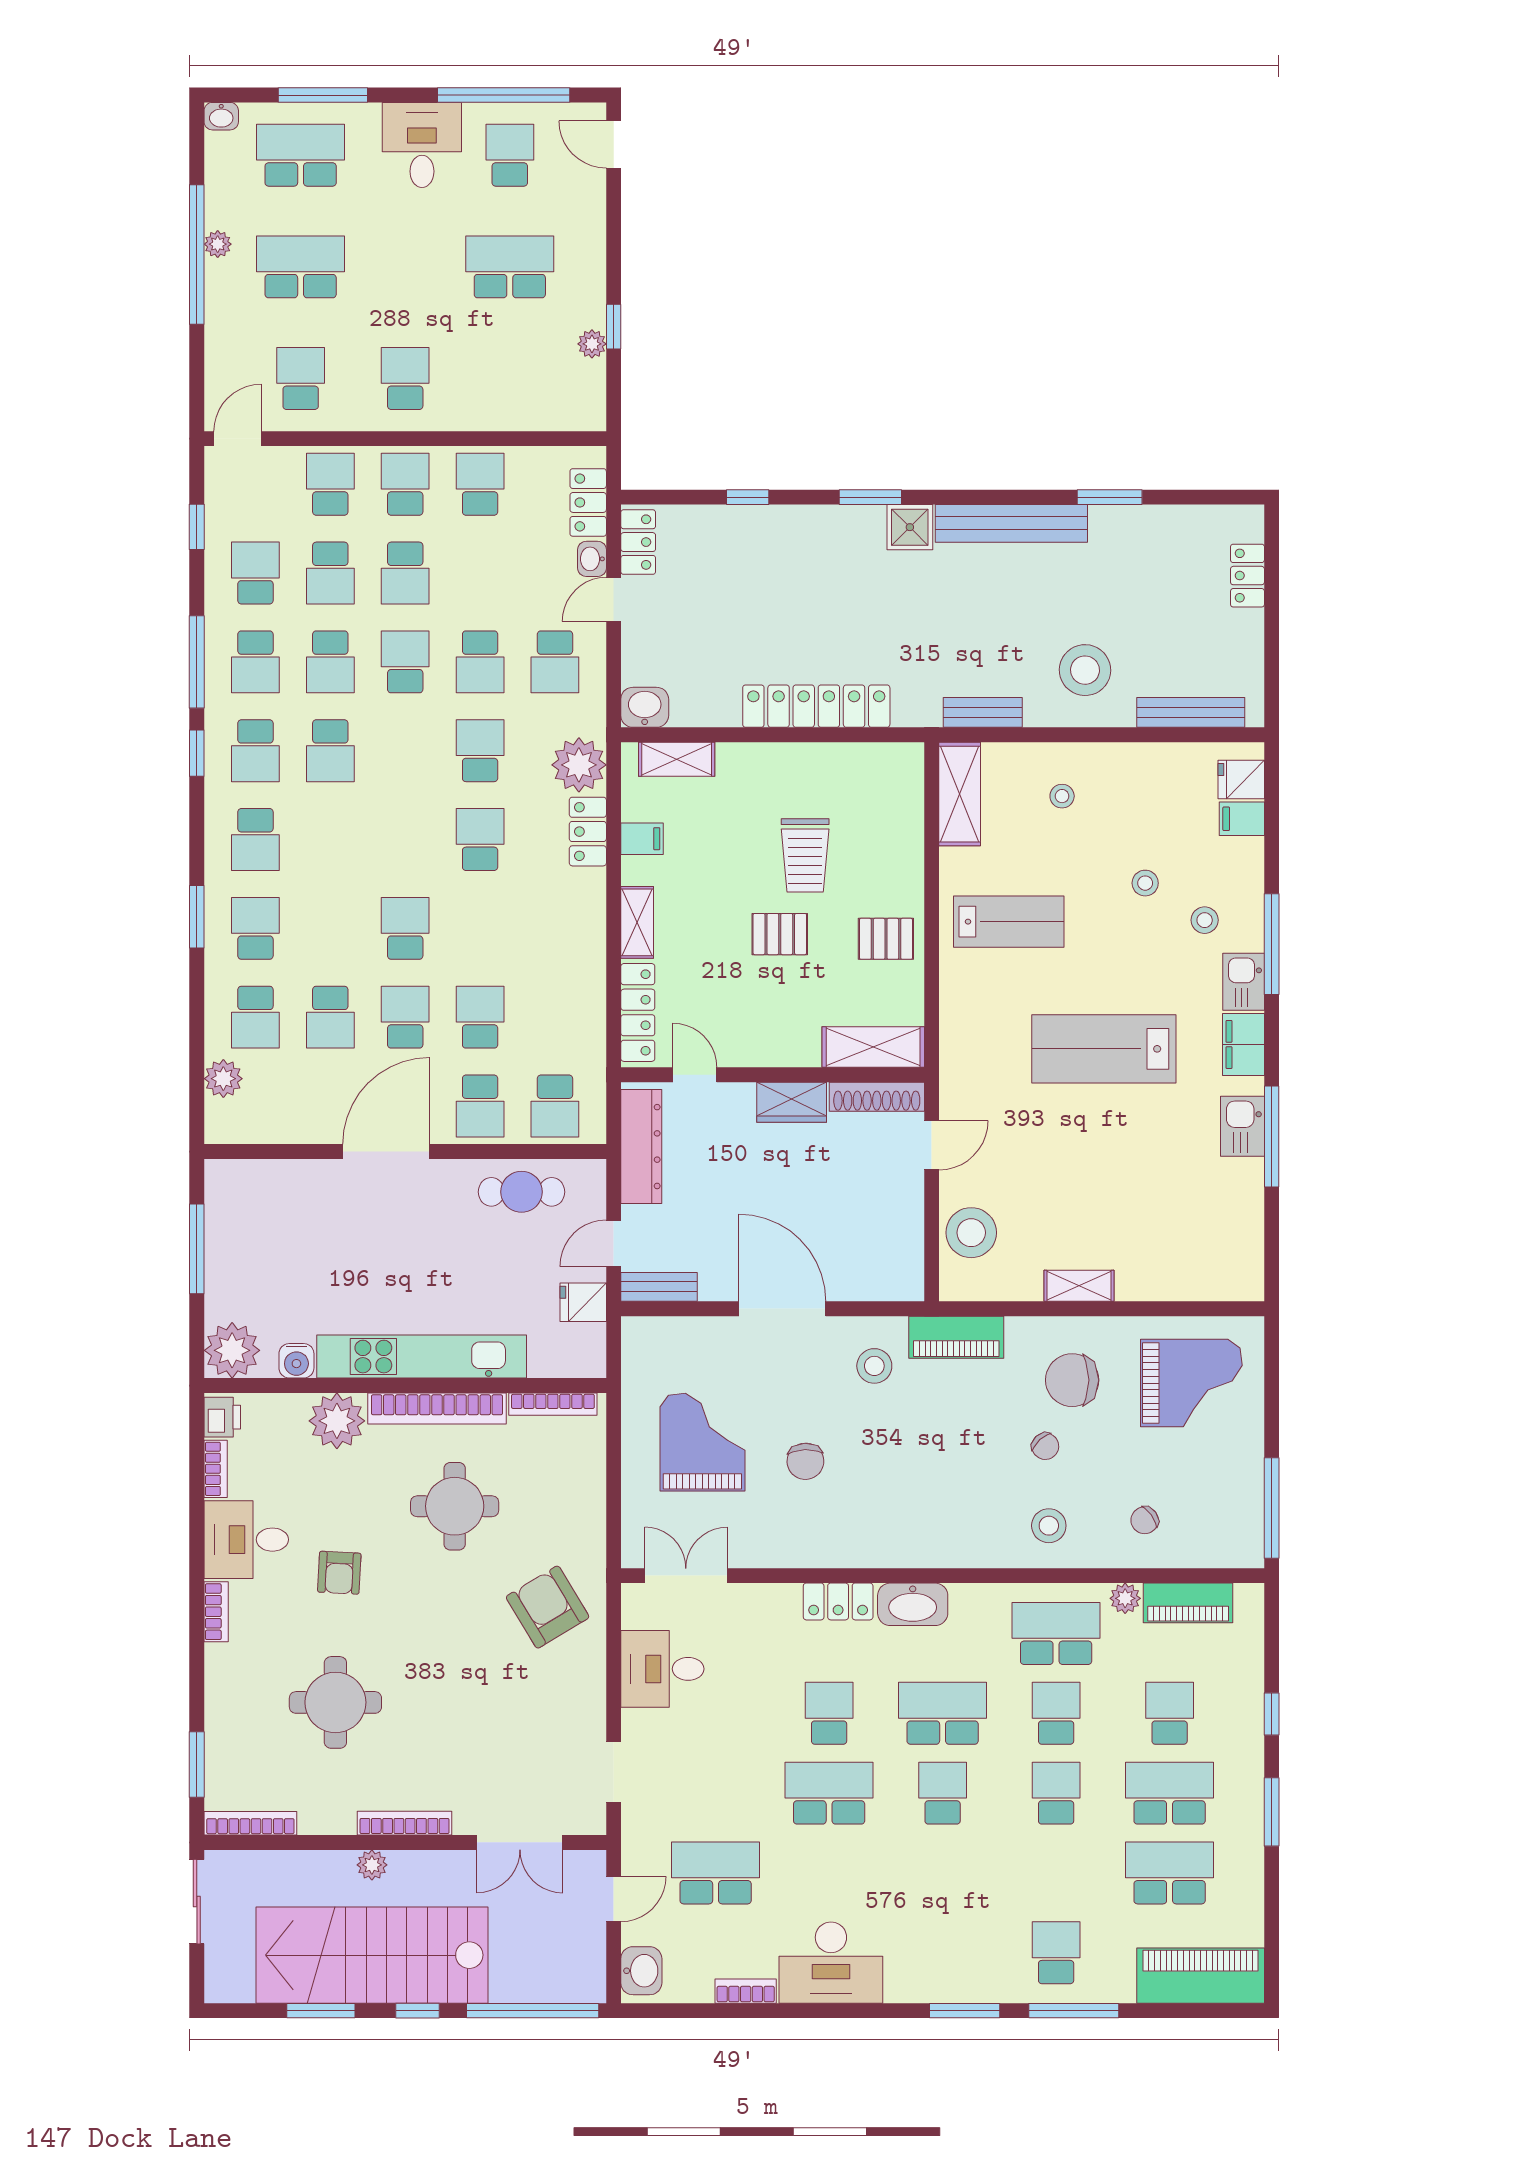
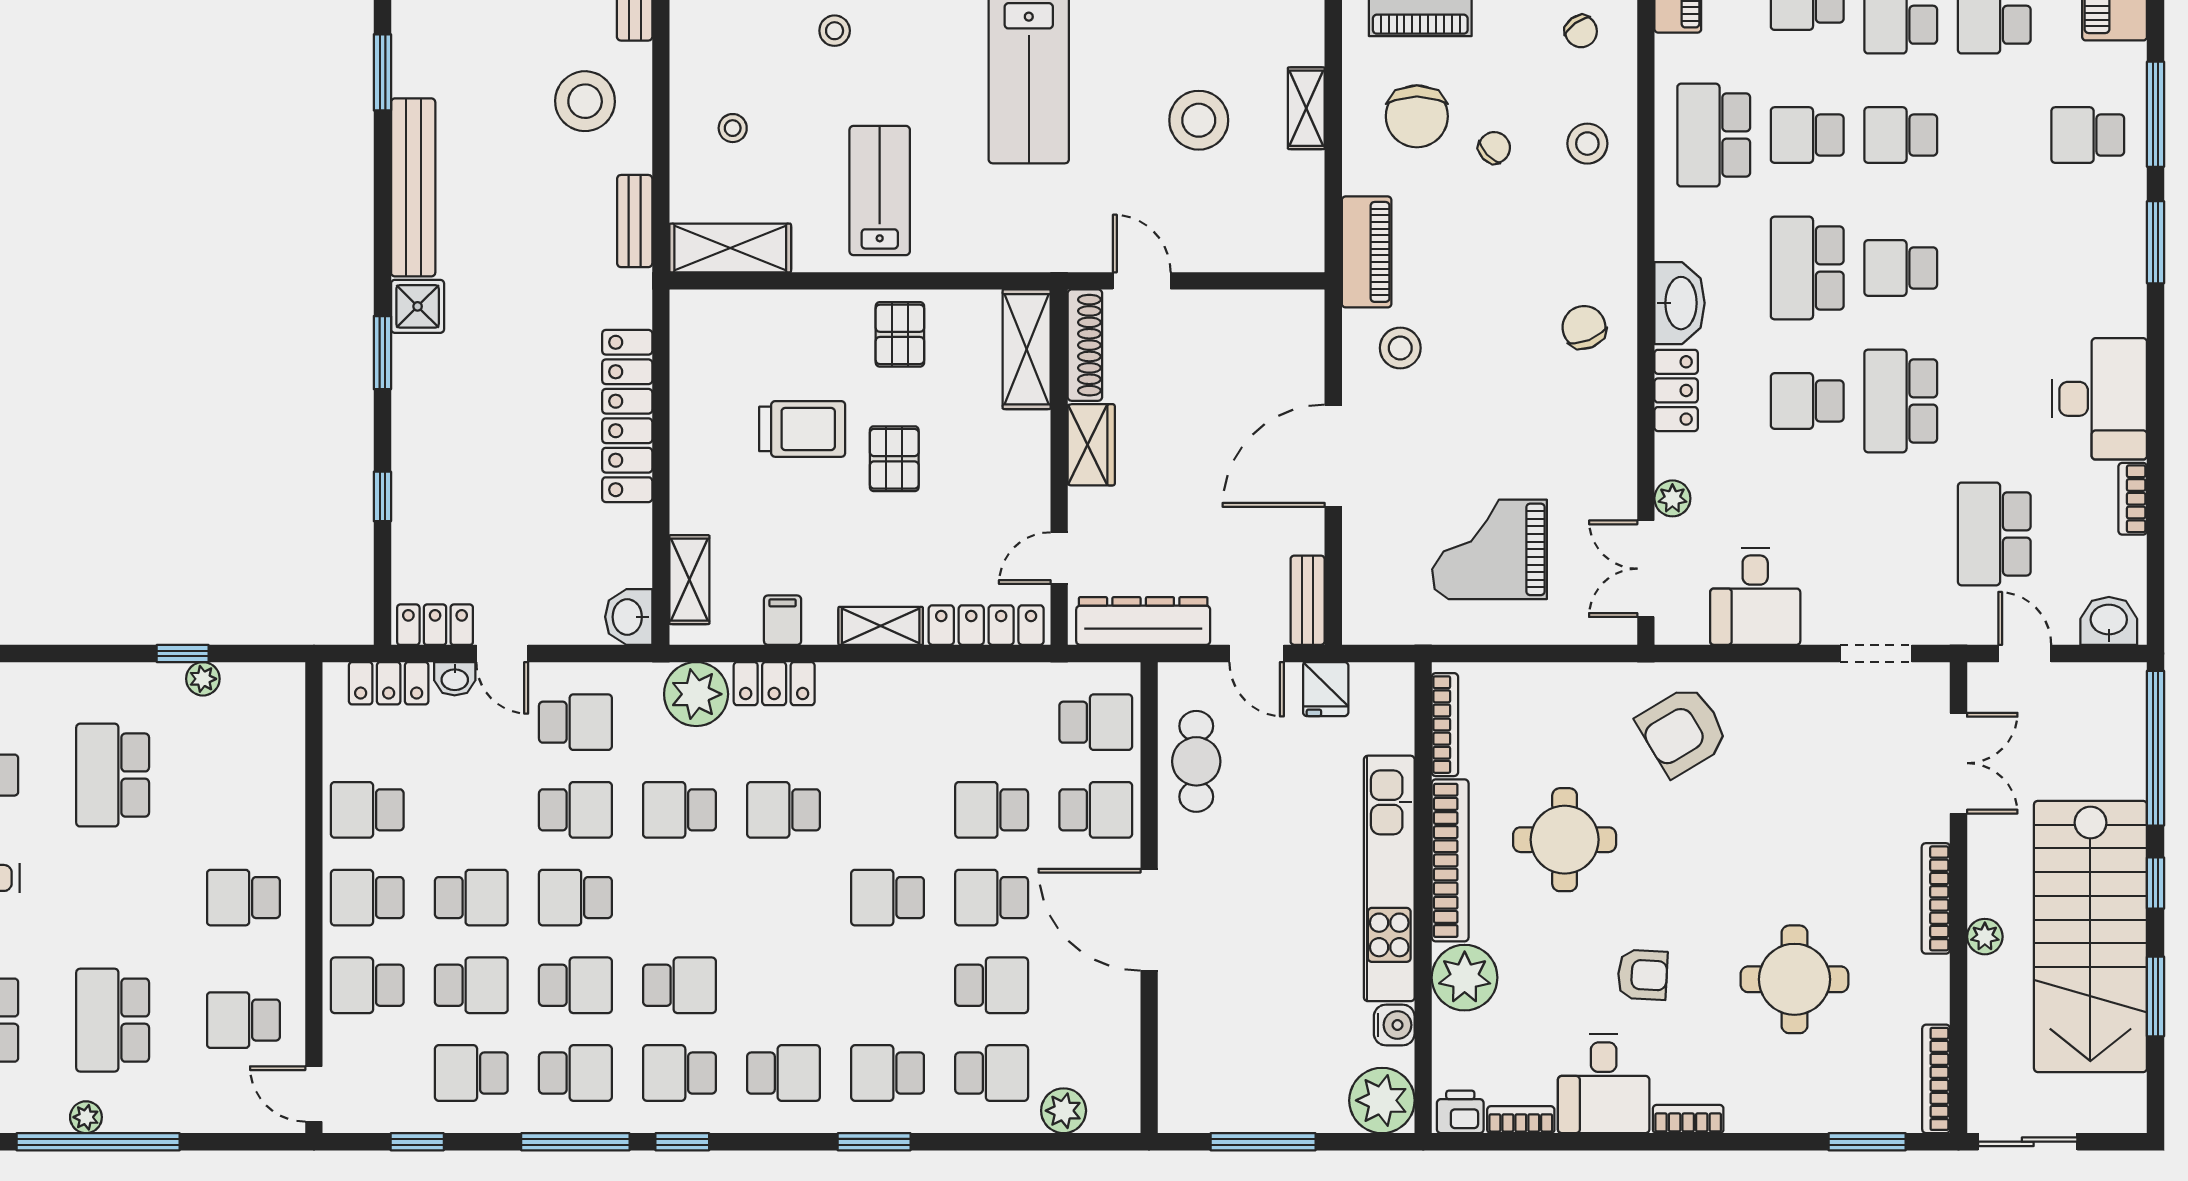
school desk: (255, 751) -> (679, 1073), turned 180
stool: (971, 1233) -> (1199, 120), moved
chair: (805, 1461) -> (1584, 327), moved, turned -110
plant: (1125, 1598) -> (1672, 498), moved

